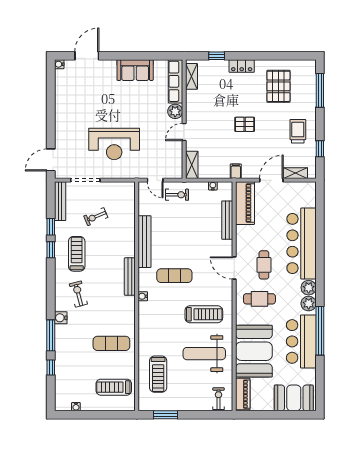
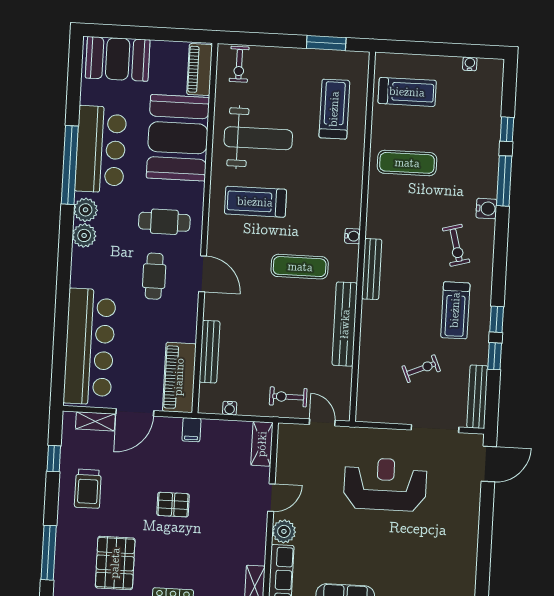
bar counter: (301, 243) -> (90, 347), moved

